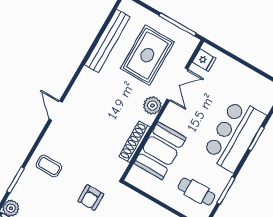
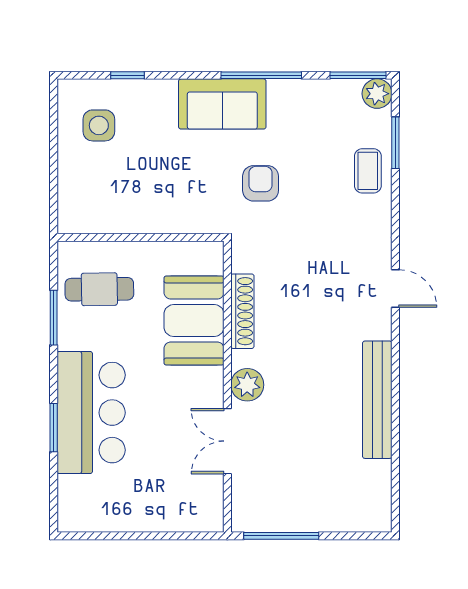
bench: (107, 41) -> (377, 400), moved
rug: (147, 55) -> (301, 460), removed
fridge: (204, 60) -> (207, 503), removed
coffee table: (49, 166) -> (368, 171), moved, turned 90

